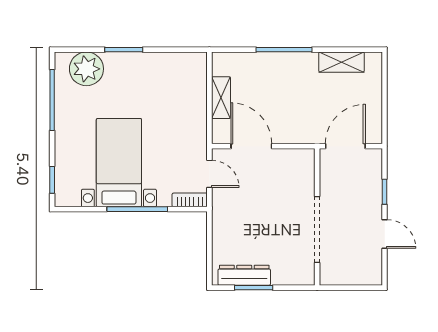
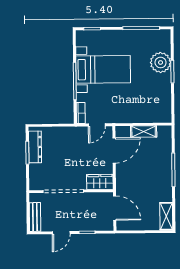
shelving: (341, 62) -> (166, 216), moved
plant: (86, 69) -> (161, 62), moved
wardrobe: (302, 170) -> (100, 182), added
bench: (359, 276) -> (35, 217), added

